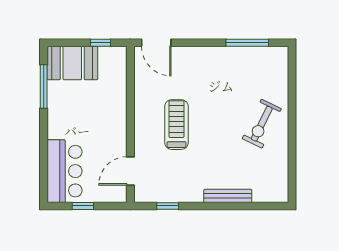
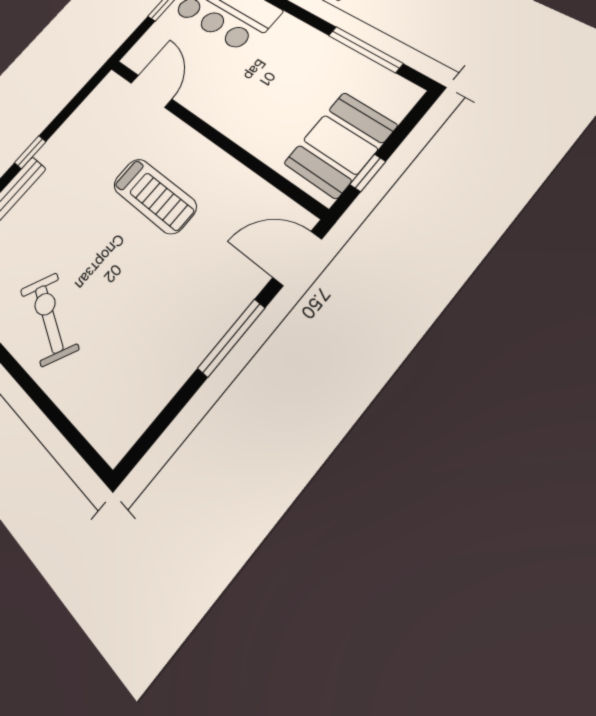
window: (247, 43) -> (231, 338), moved
booth: (72, 63) -> (340, 145), moved
window: (168, 206) -> (30, 152), moved

